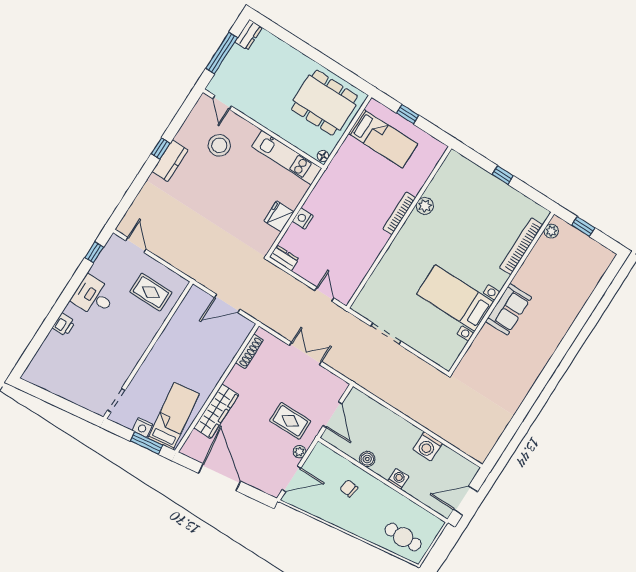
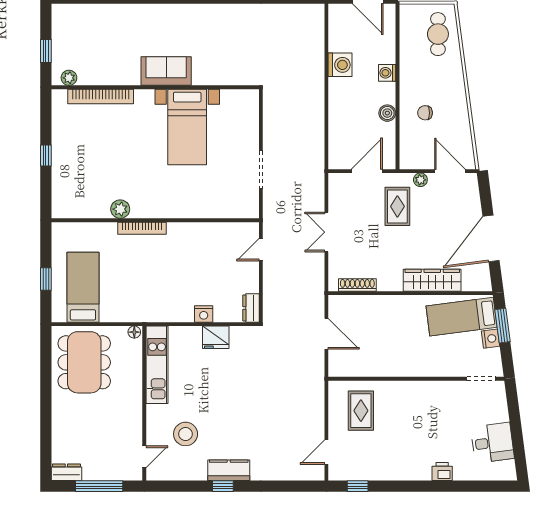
desk: (94, 296) -> (492, 443), moved, turned -97
chair: (349, 488) -> (425, 113), turned 82

